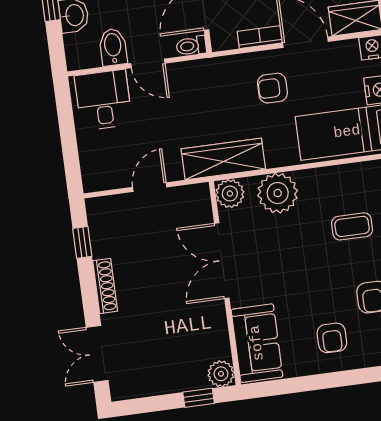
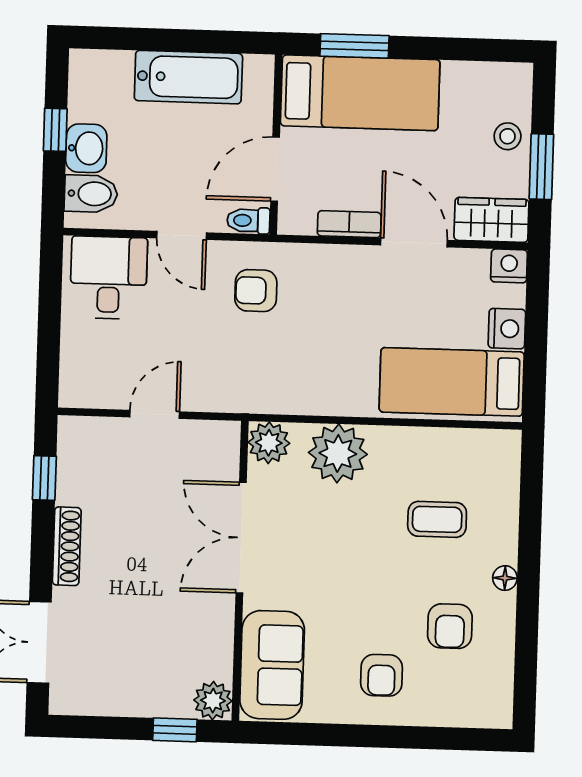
bidet: (113, 47) -> (91, 194), moved, turned 90
armchair: (272, 88) -> (256, 291), moved
wardrobe: (223, 159) -> (268, 391), removed

